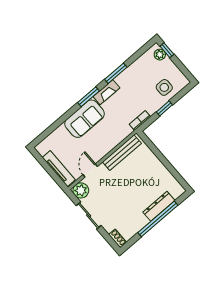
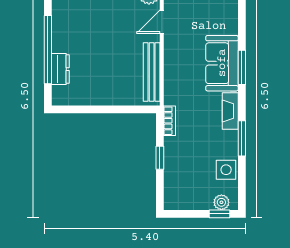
side table: (164, 87) -> (226, 170), moved
window: (89, 97) -> (242, 67), moved
door: (90, 171) -> (162, 22), swing flipped
dresser: (159, 206) -> (60, 69), width x0.70

